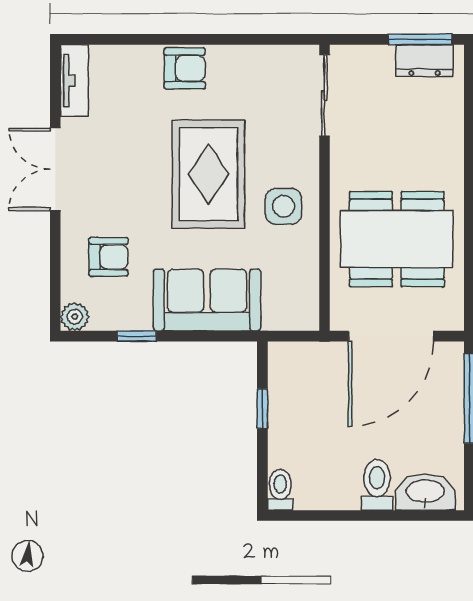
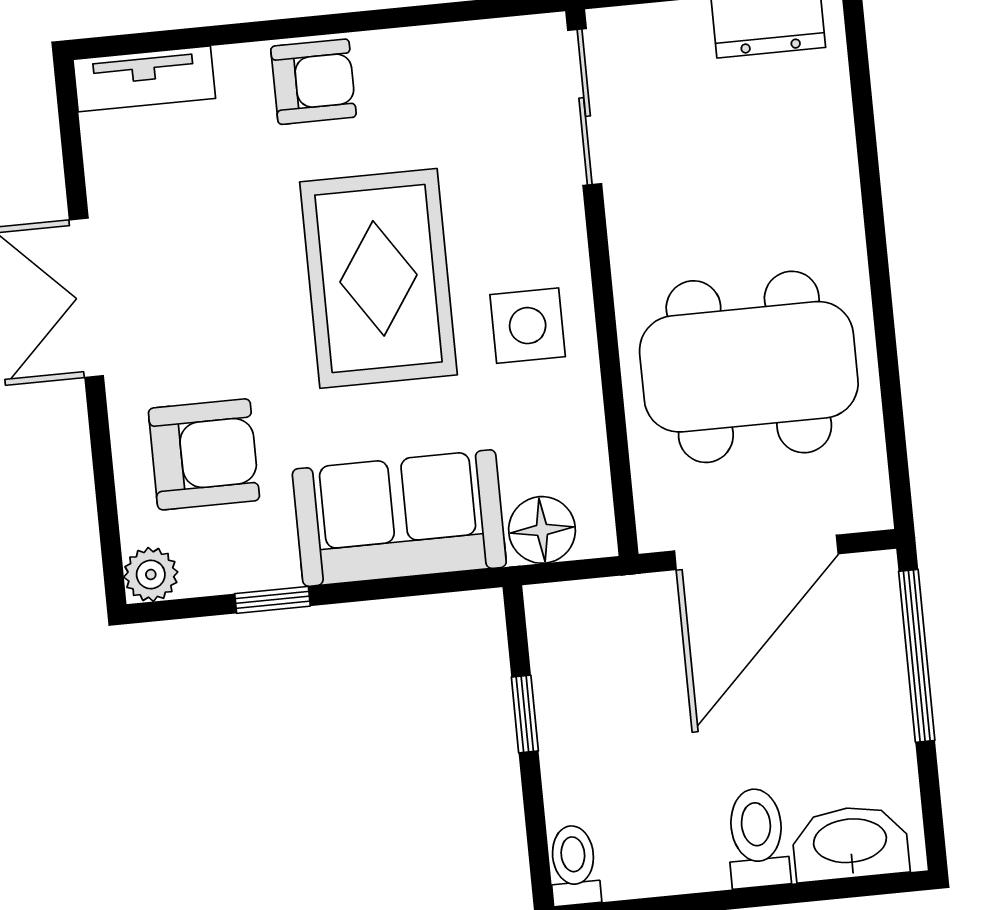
tv unit: (74, 81) -> (144, 79), moved, turned 90
armchair: (109, 257) -> (204, 454), width x1.38, depth x1.38
floor lamp: (281, 313) -> (542, 530), added

